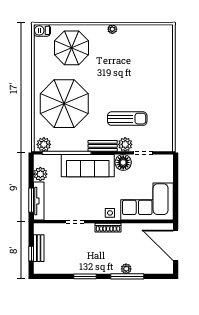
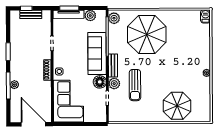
parasol: (72, 48) -> (177, 106), moved
door: (176, 245) -> (33, 124), hinge flipped

